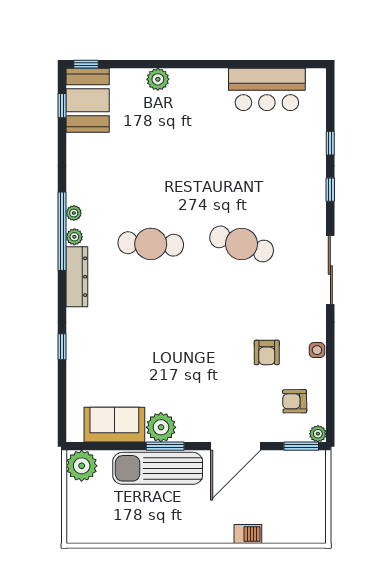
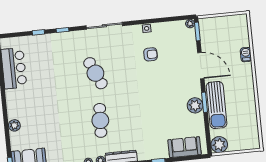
cafe table: (242, 244) -> (95, 73), turned -42
armchair: (295, 401) -> (174, 37), removed
sofa: (114, 425) -> (185, 147), moved, turned 90

